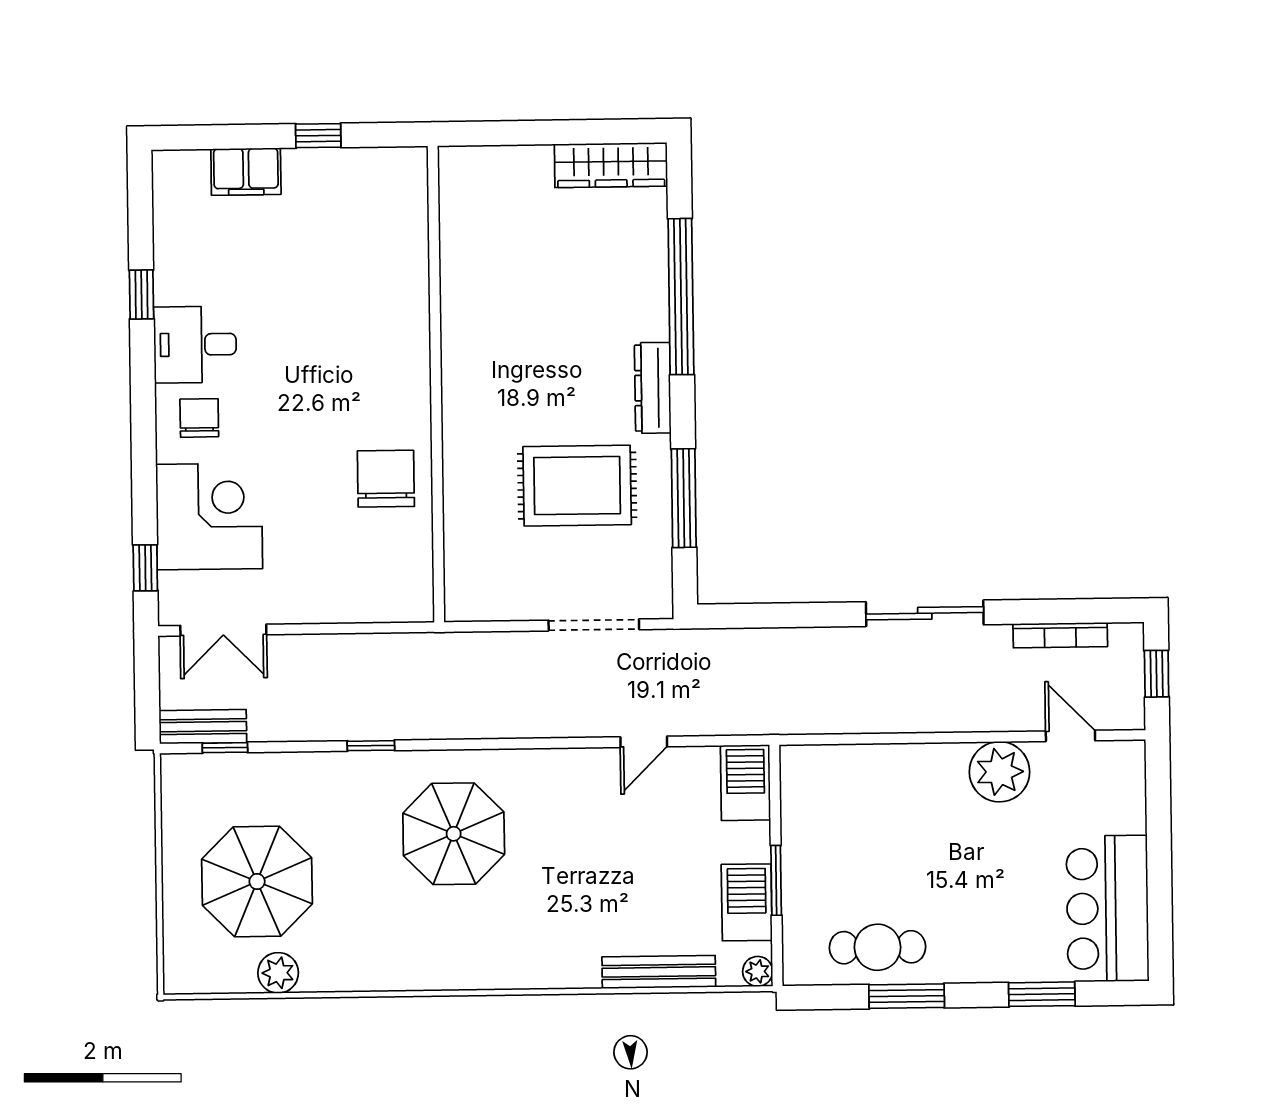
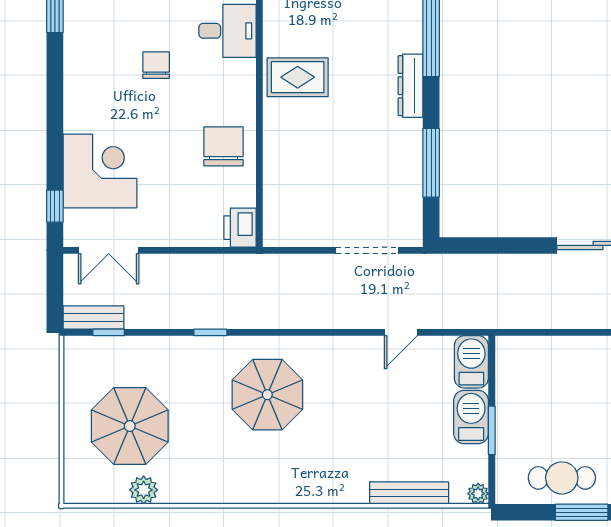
desk: (195, 345) -> (227, 31), moved, turned 180
chair: (199, 418) -> (156, 65), moved
rug: (577, 486) -> (298, 77), moved, width x0.73, depth x0.70
printer: (411, 595) -> (240, 228), added
barbecue: (747, 902) -> (471, 417), moved

